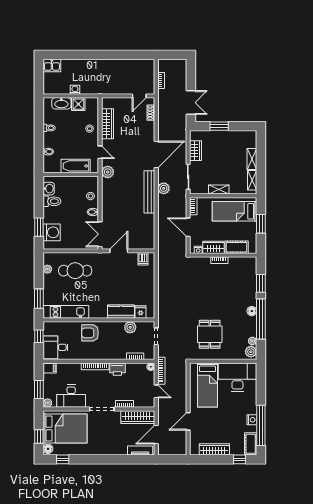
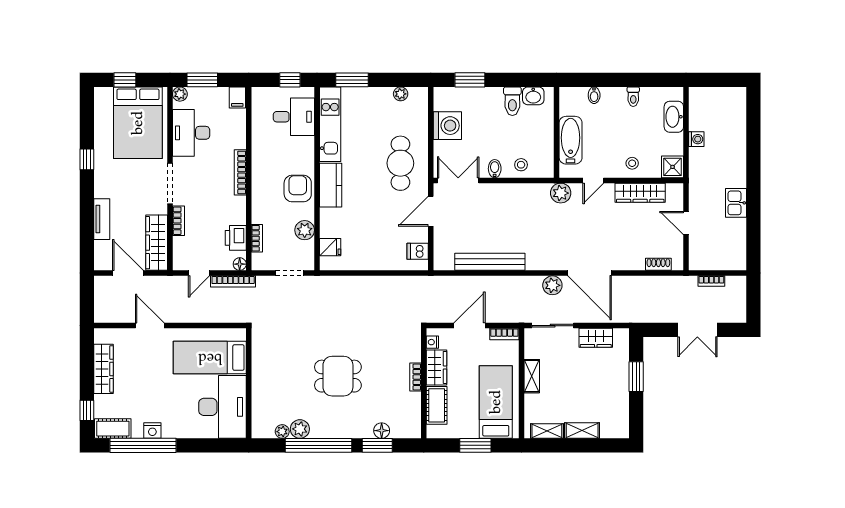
kitchen sink: (52, 66) -> (736, 203), moved
door: (139, 96) -> (686, 223), moved
double door: (191, 103) -> (697, 330), moved
shower: (78, 104) -> (673, 167), moved
plant: (164, 188) -> (552, 285), moved
bench: (149, 192) -> (490, 262), moved
washing machine: (52, 232) -> (447, 126), moved, turned -90
door: (119, 251) -> (431, 211), swing flipped
cafe table: (75, 271) -> (400, 163), moved
floor lamp: (252, 311) -> (382, 431), moved
kitchen counter: (121, 312) -> (331, 185), moved
armchair: (90, 333) -> (298, 189), moved
dining table: (210, 334) -> (338, 376), moved
desk: (56, 347) -> (294, 117), moved, turned 90
plant: (251, 352) -> (300, 429), moved
printer: (117, 369) -> (236, 238), moved
floor lamp: (48, 449) -> (104, 95), removed
tv unit: (140, 450) -> (102, 219), moved
window: (63, 459) -> (87, 159), moved

